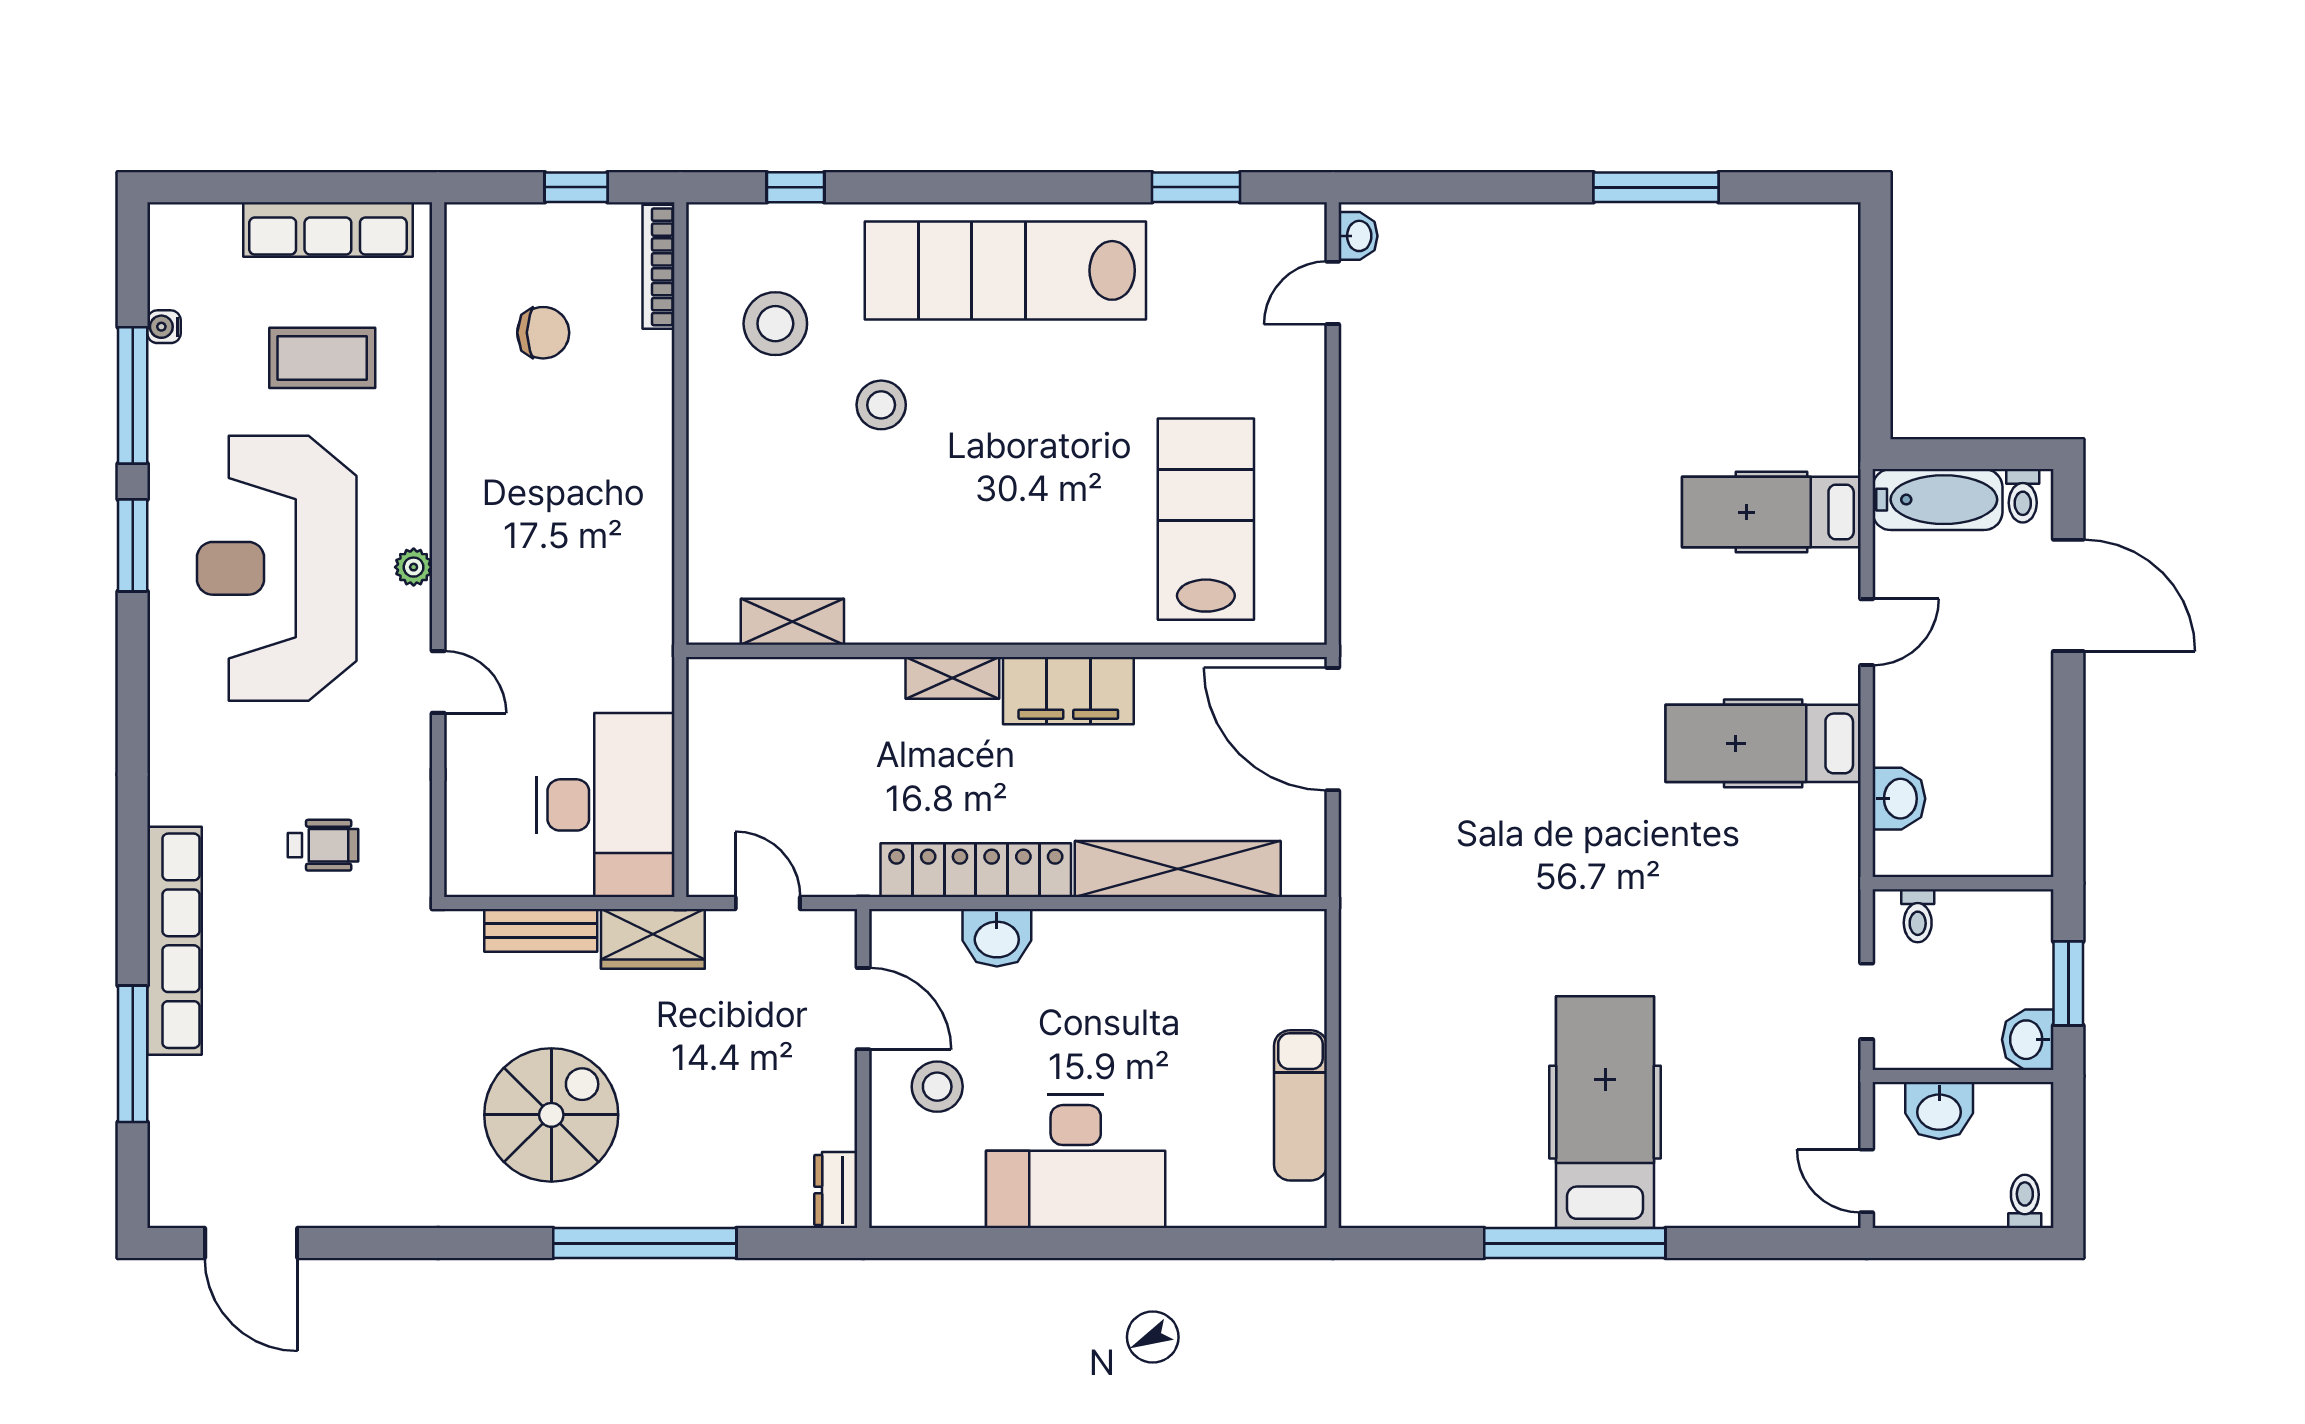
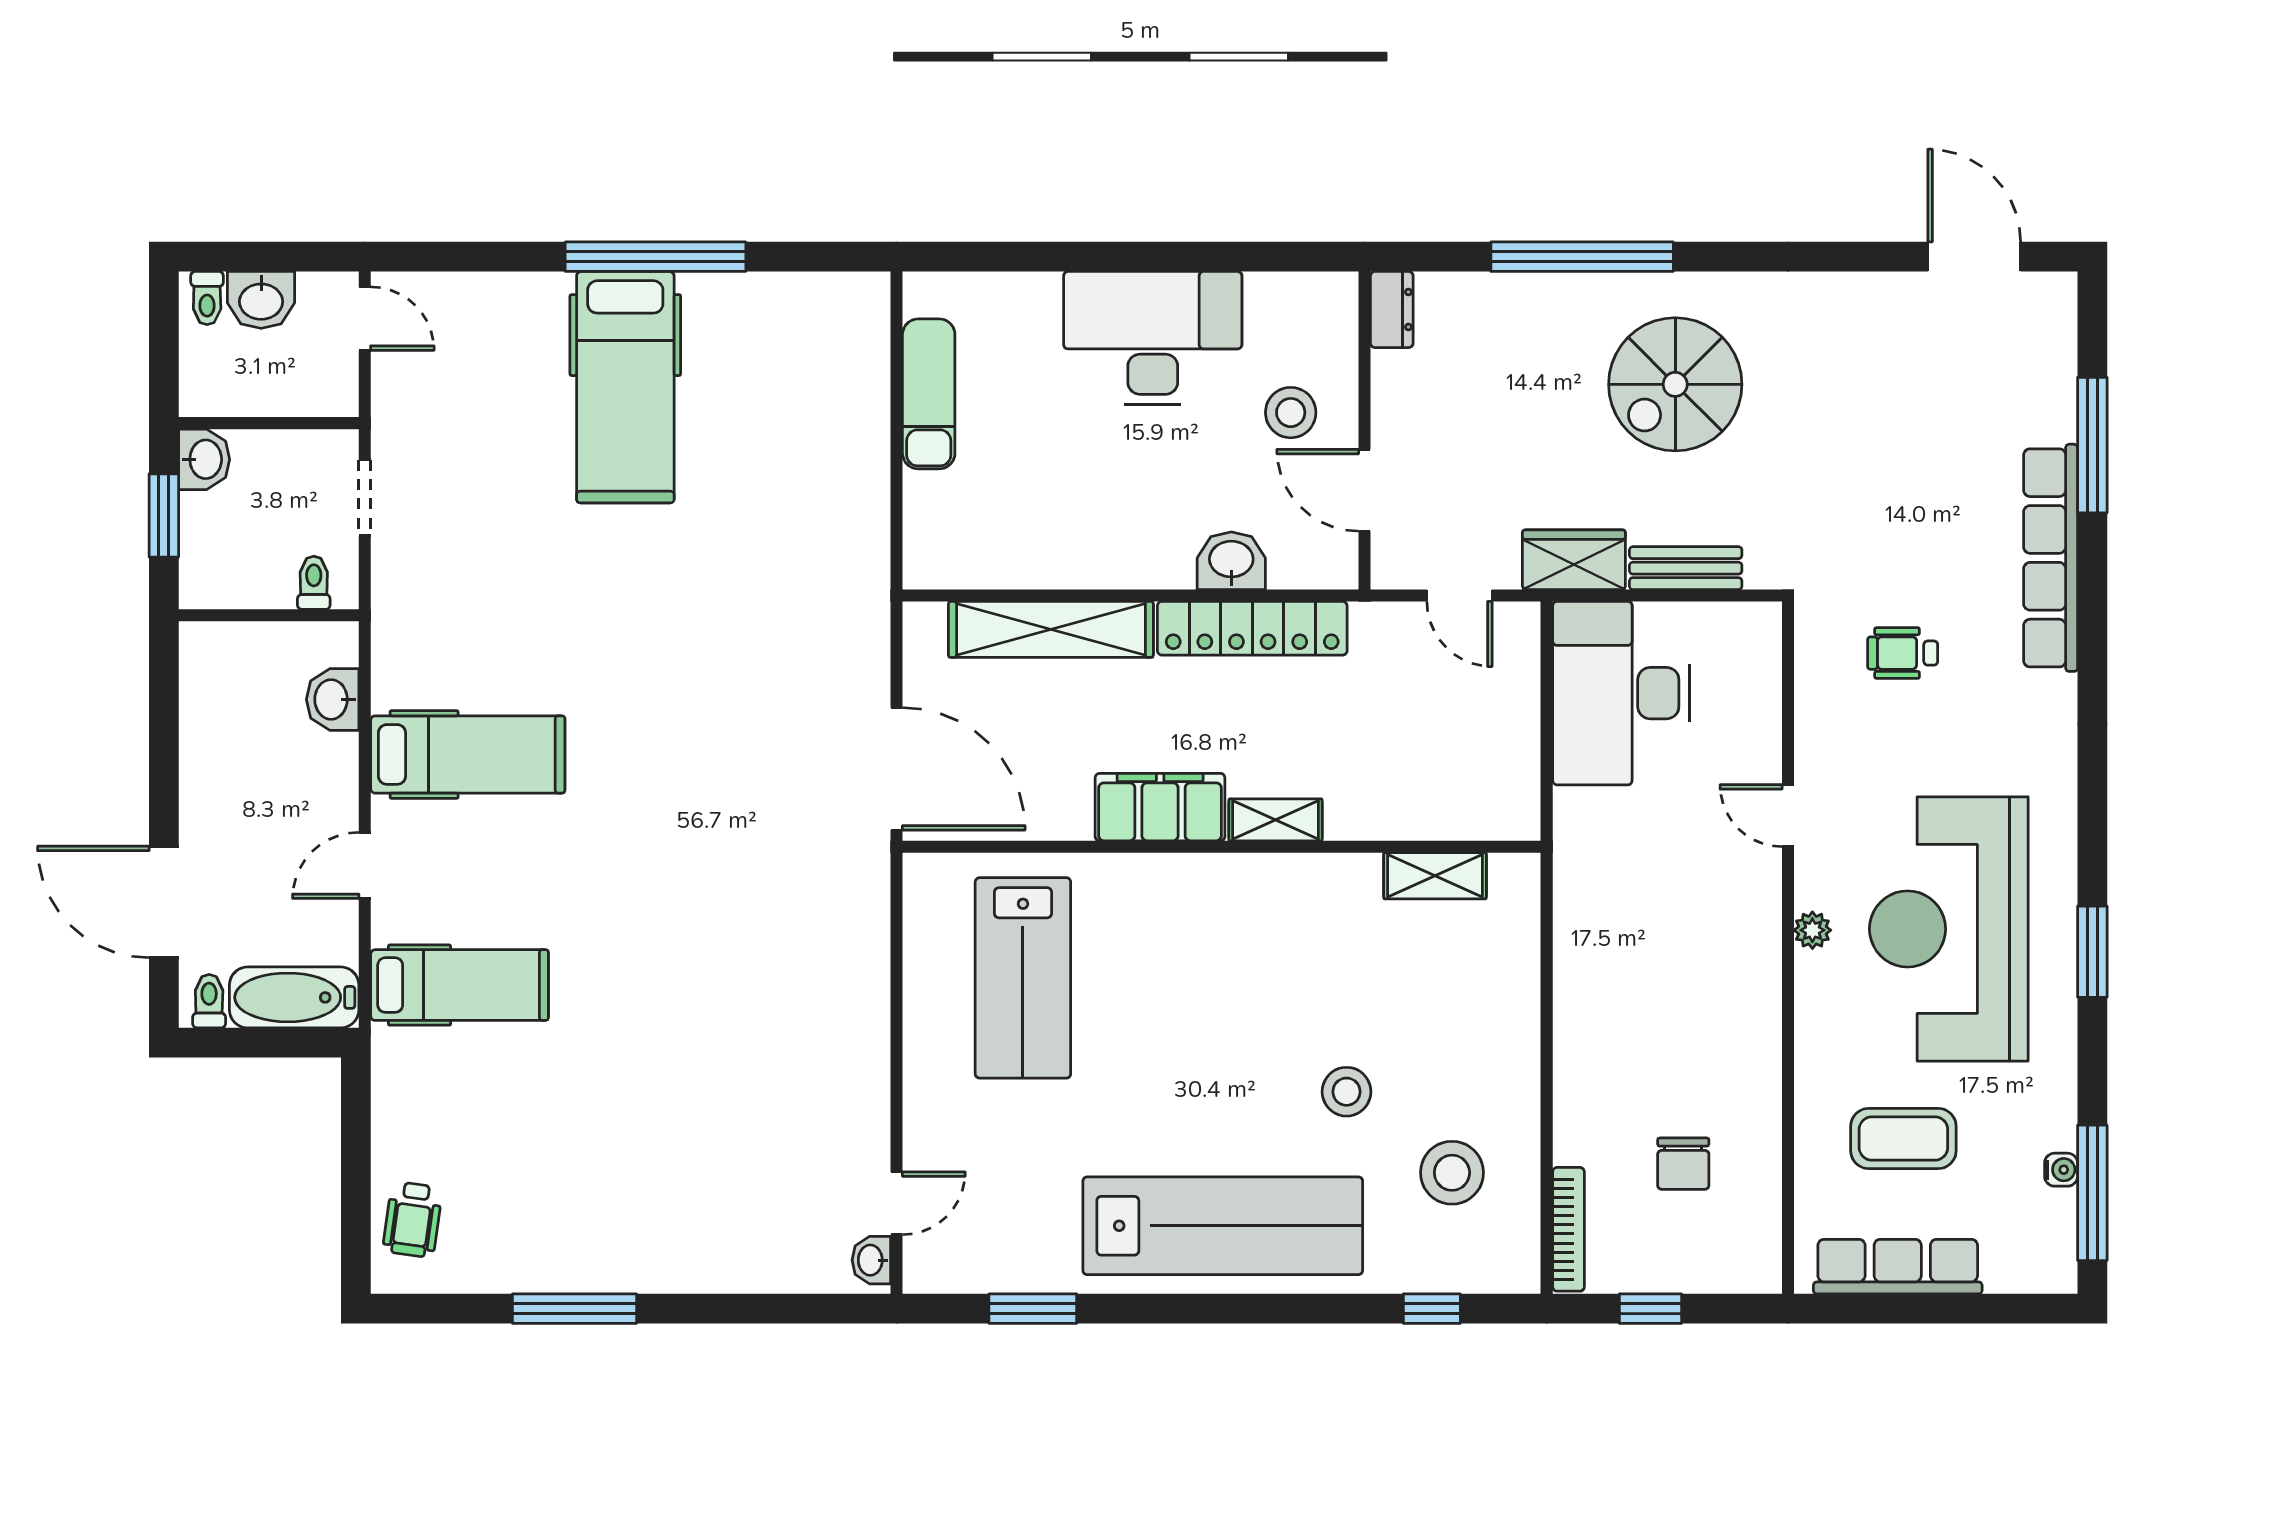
wheelchair: (1819, 277) -> (413, 1219), added
chair: (543, 333) -> (1683, 1164), turned -90
window: (133, 395) -> (2092, 1193), moved
reception desk: (277, 568) -> (1949, 929), turned 180
washbasin: (1939, 1110) -> (261, 300), moved, turned 180

